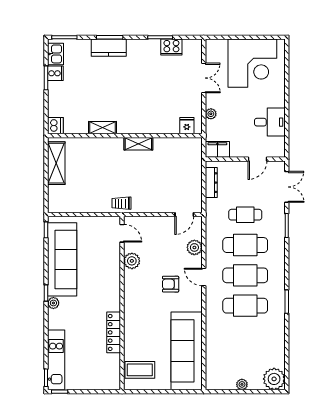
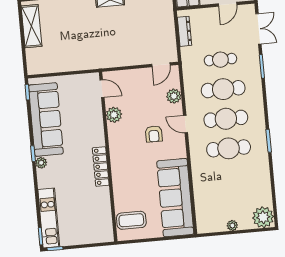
trolley: (122, 203) -> (99, 59), removed
armchair: (171, 284) -> (154, 134), turned -90
locker: (114, 332) -> (101, 167), moved

